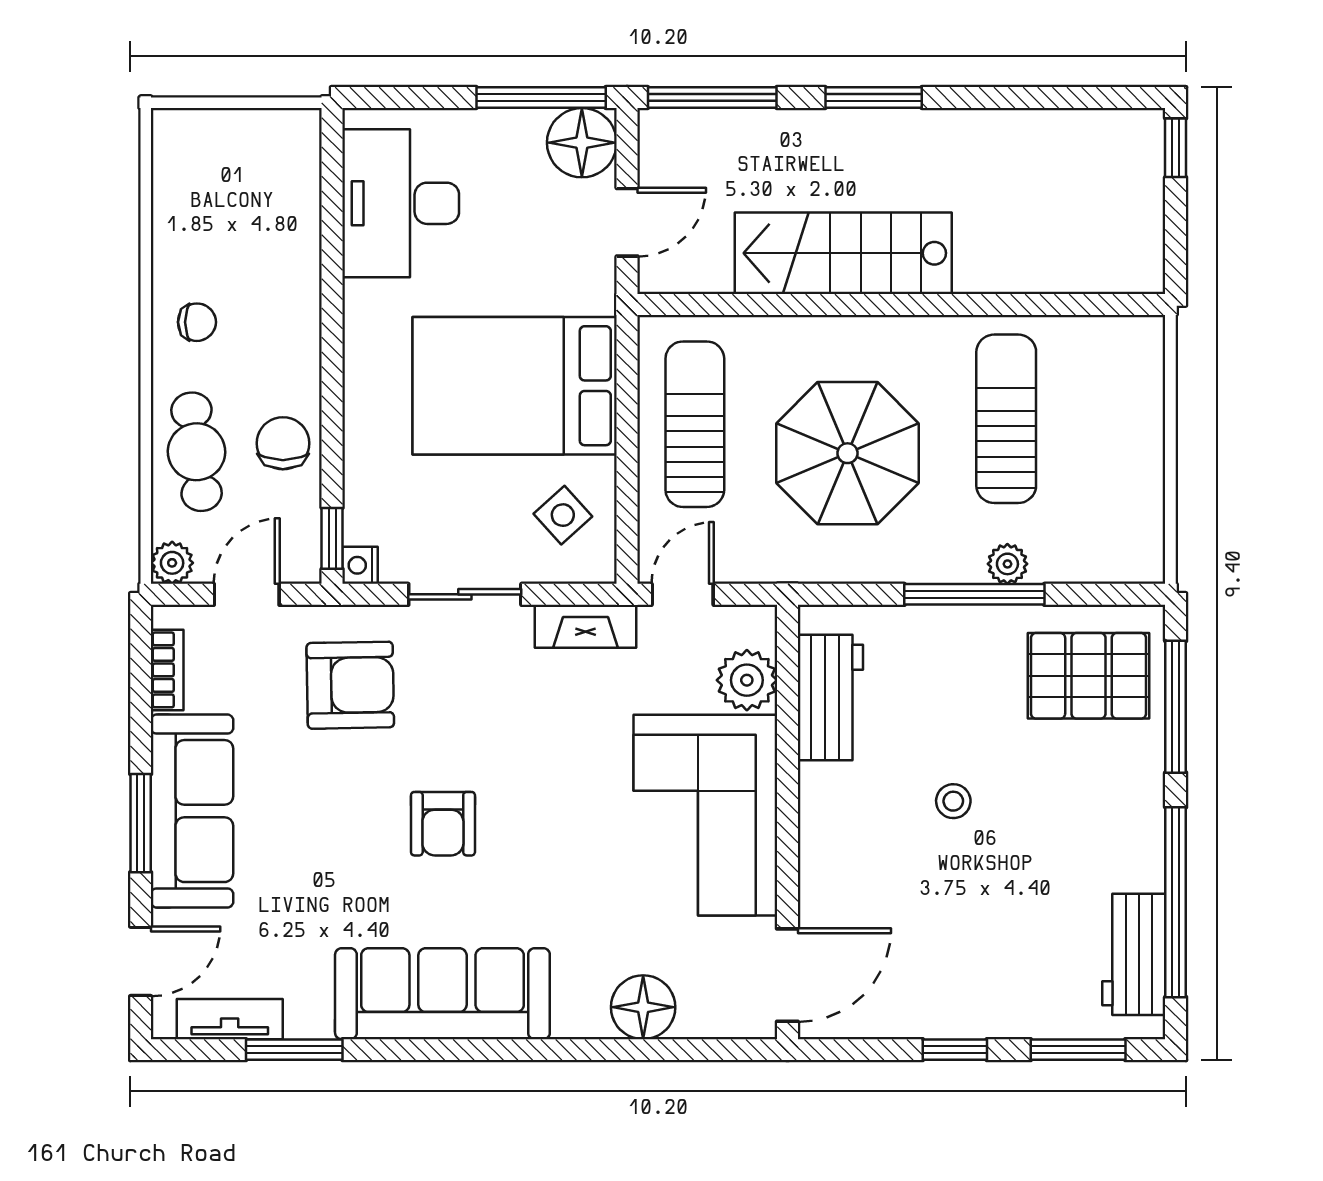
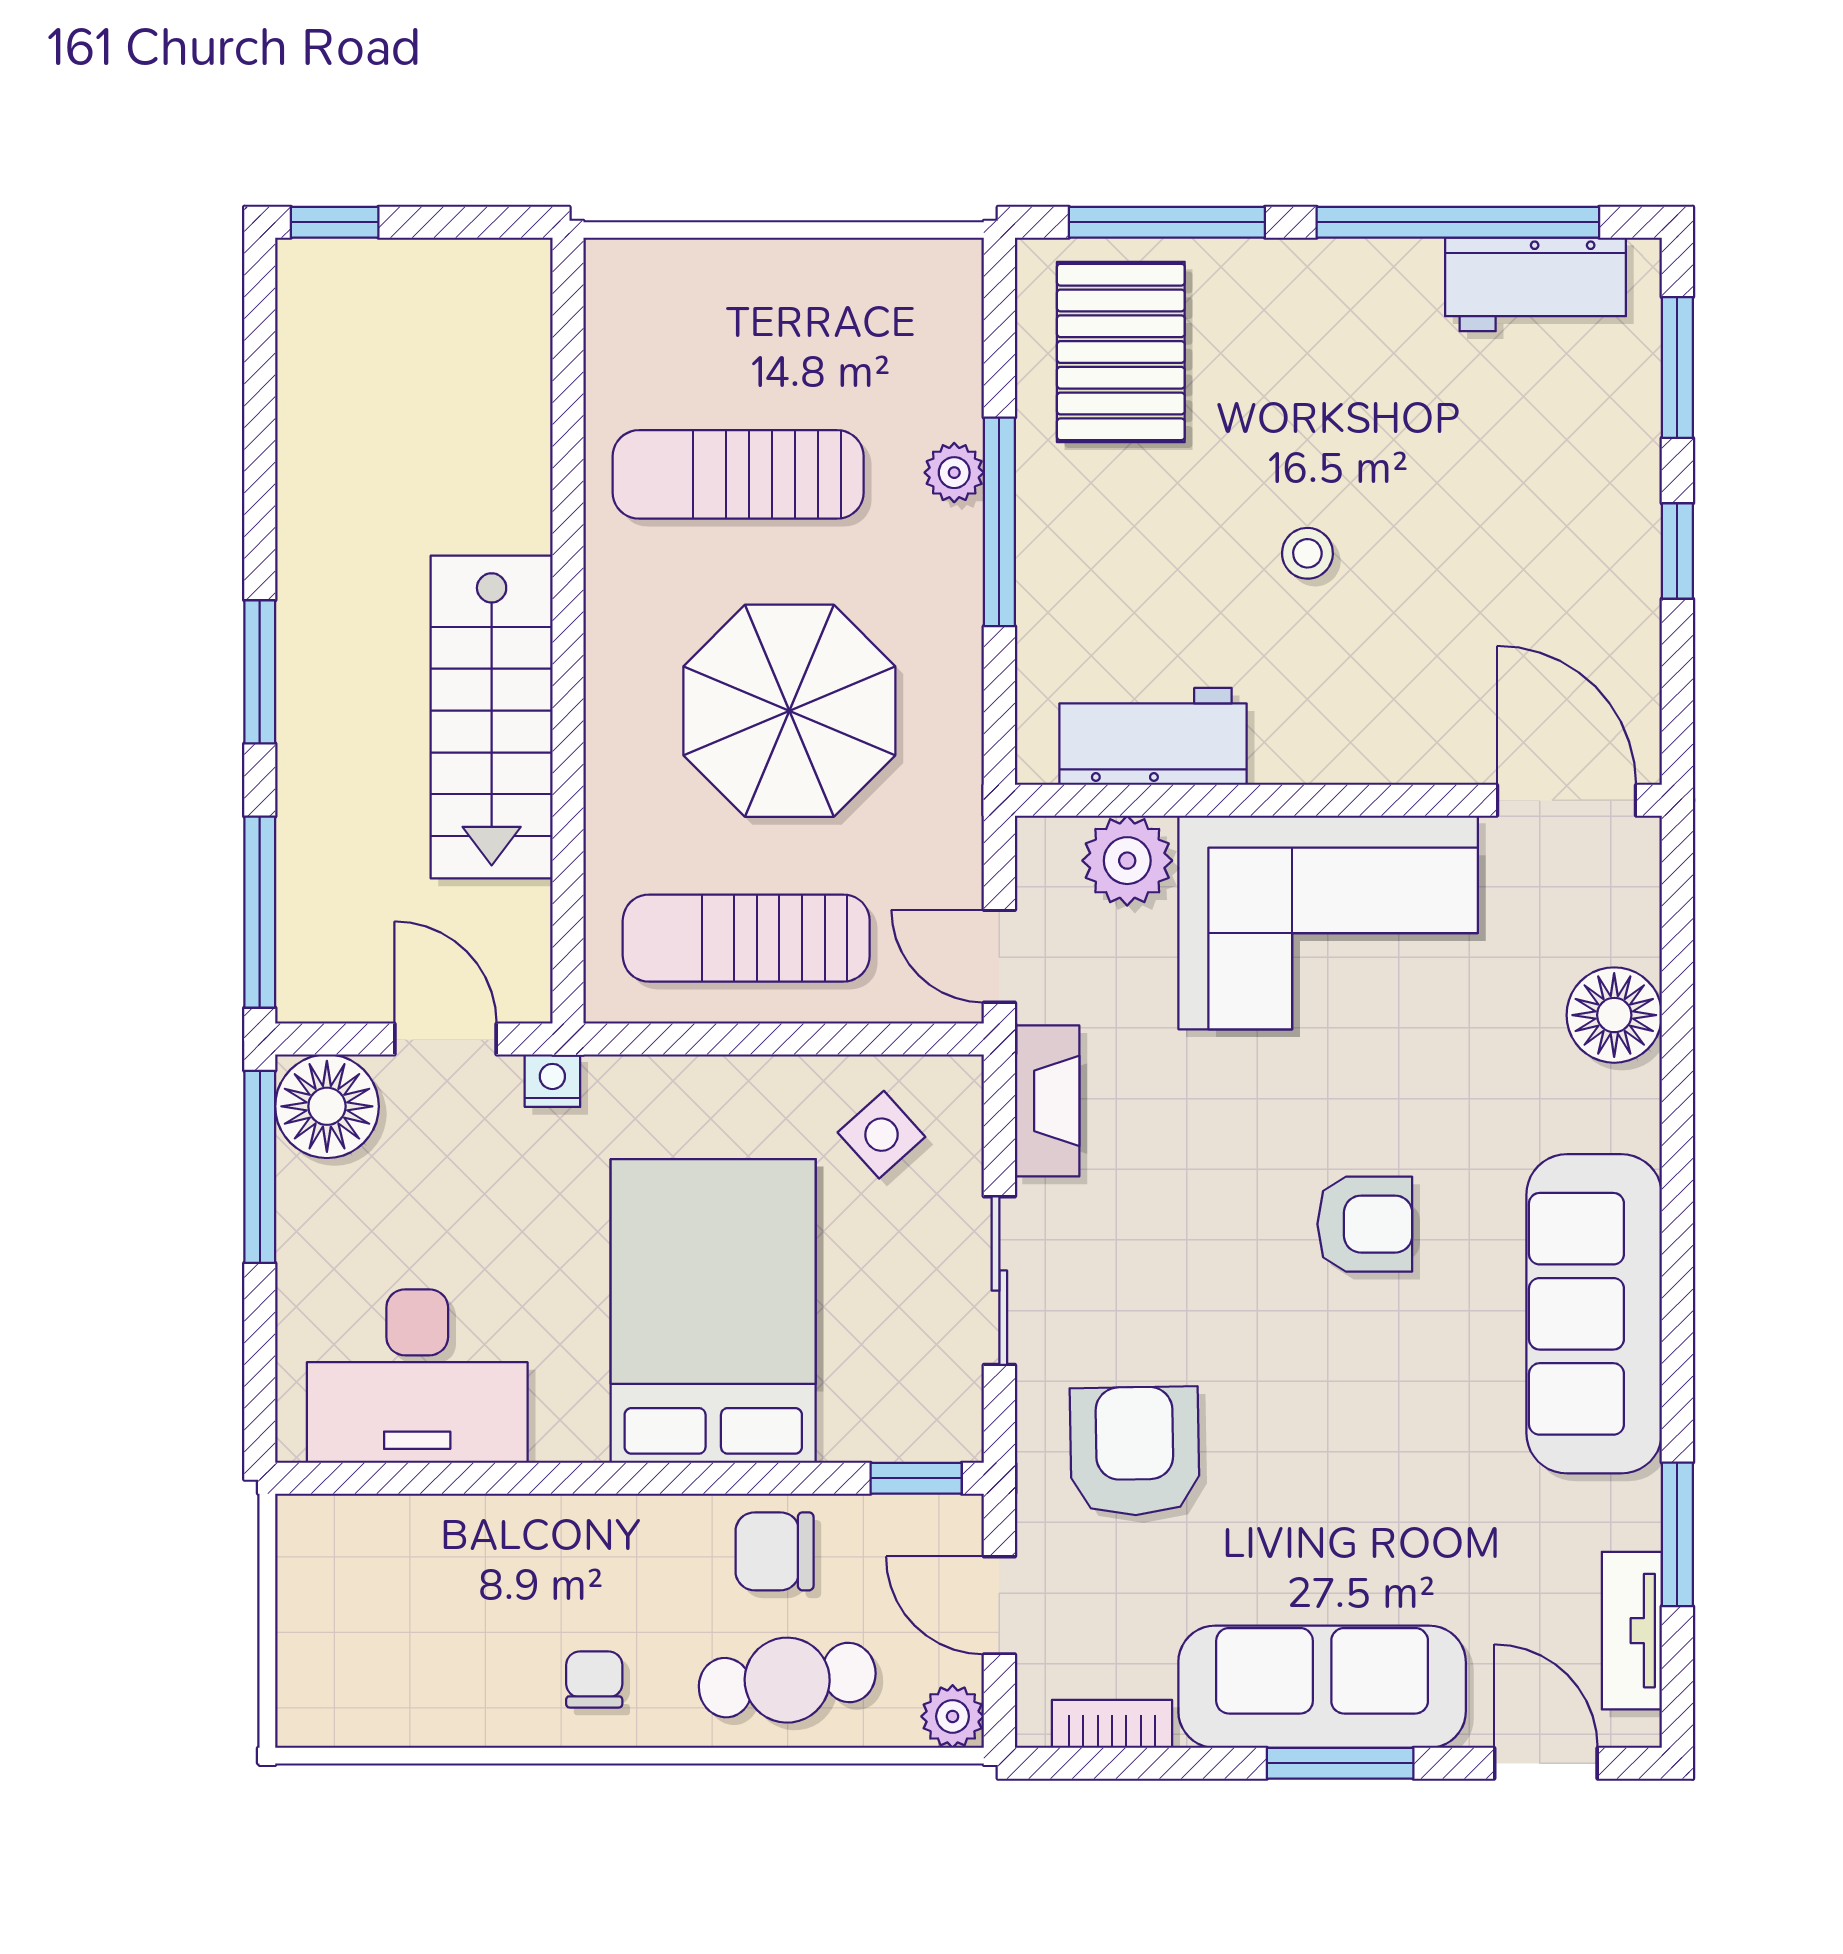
bed: (515, 386) -> (713, 1311), moved, turned 180
nightstand: (360, 565) -> (552, 1081), moved, turned 180
armchair: (443, 824) -> (1365, 1224), moved

